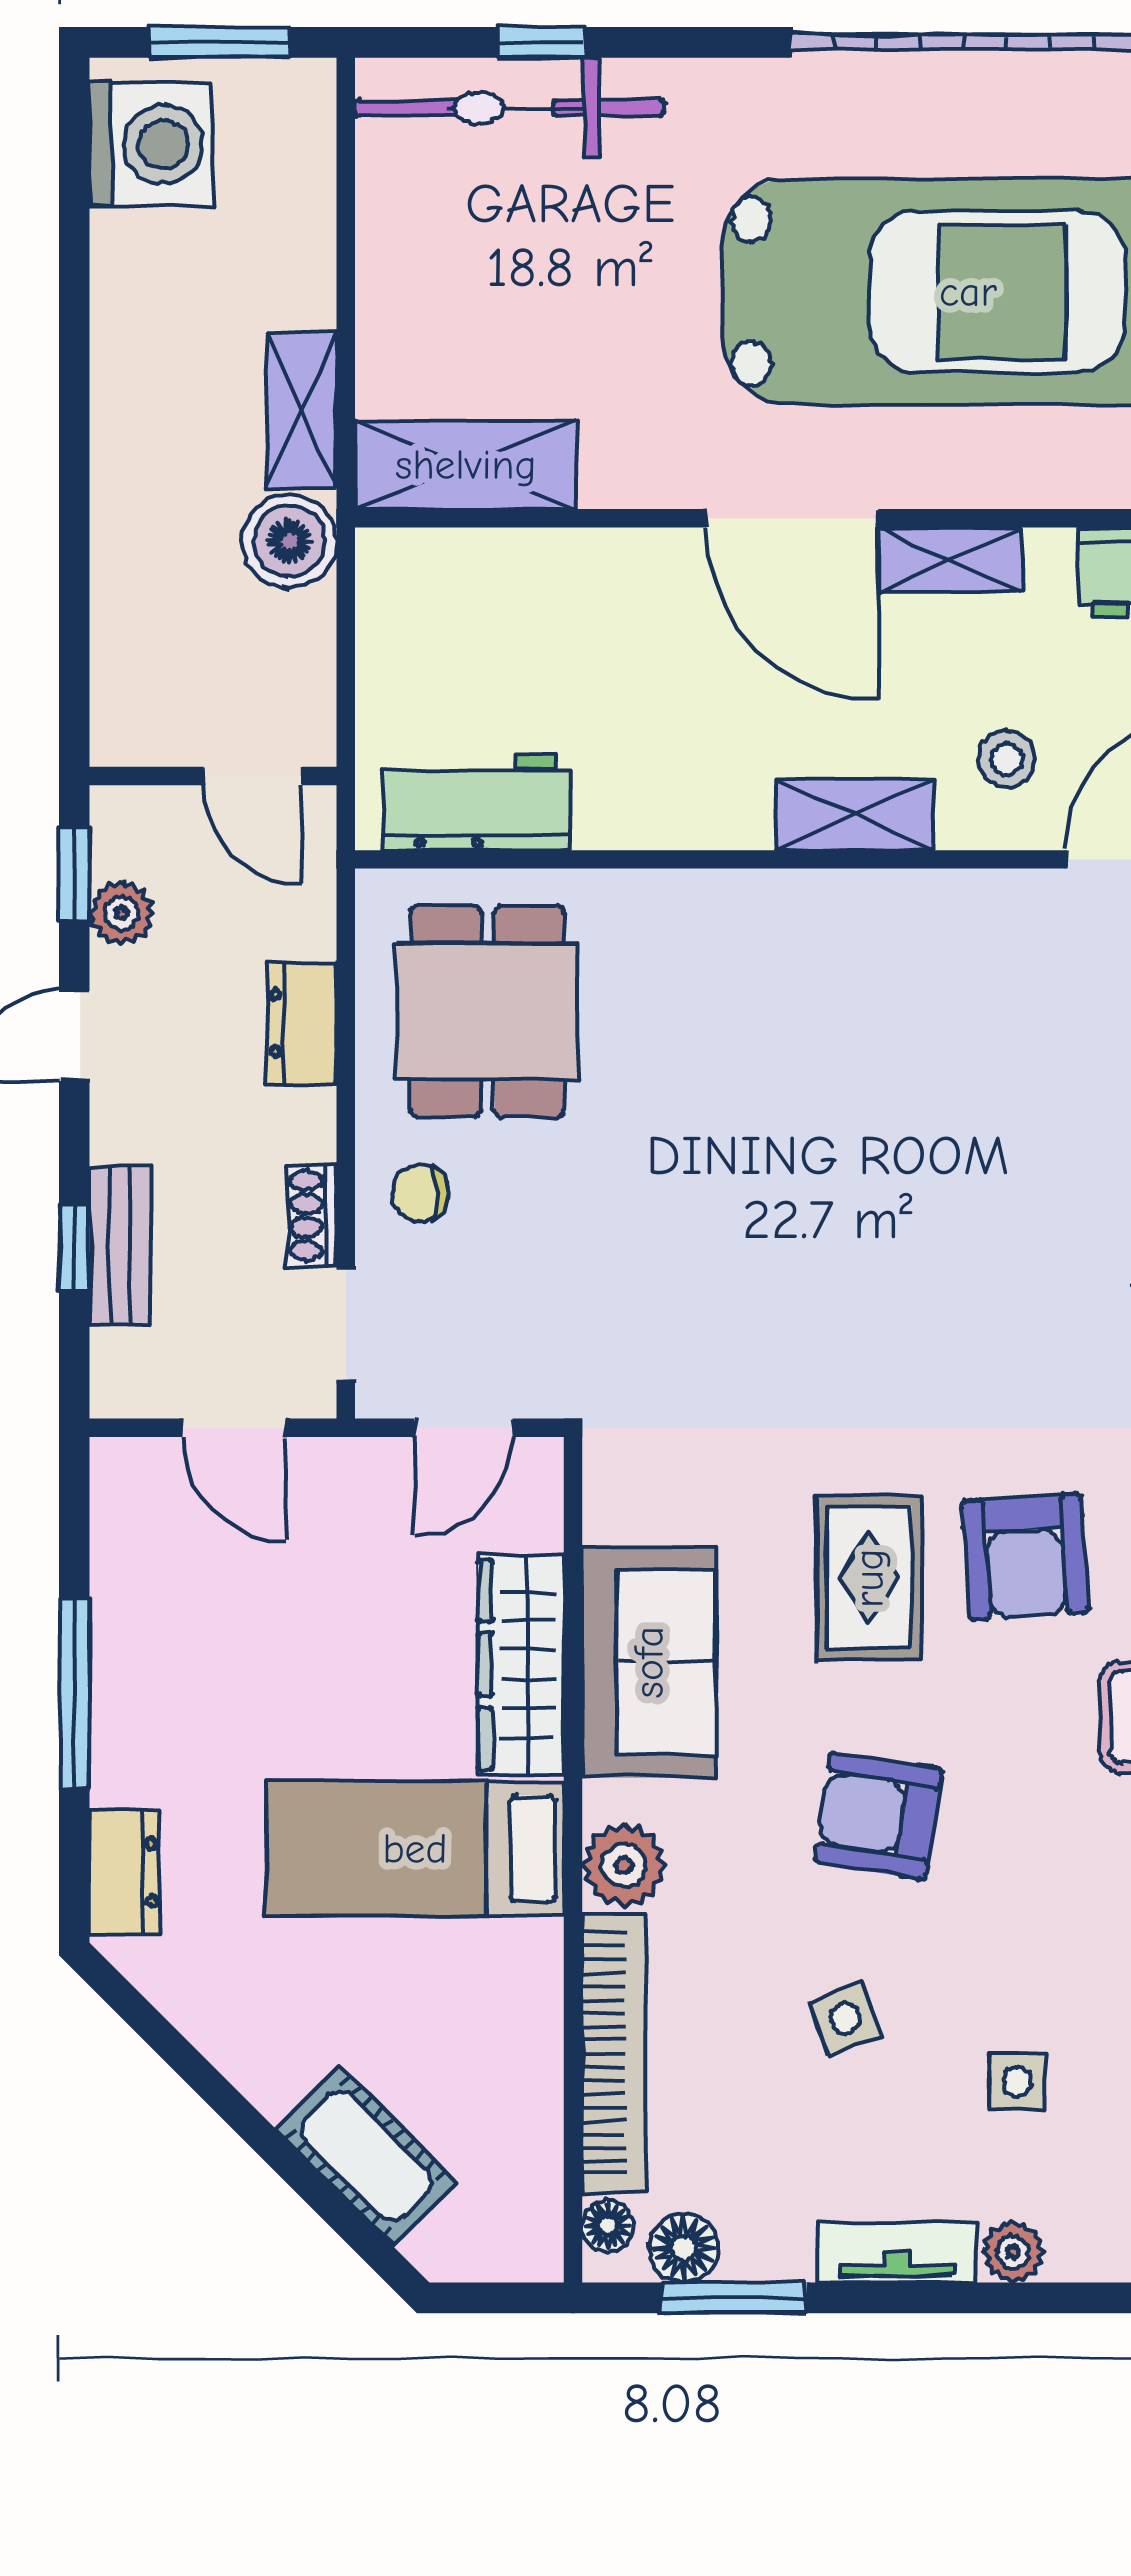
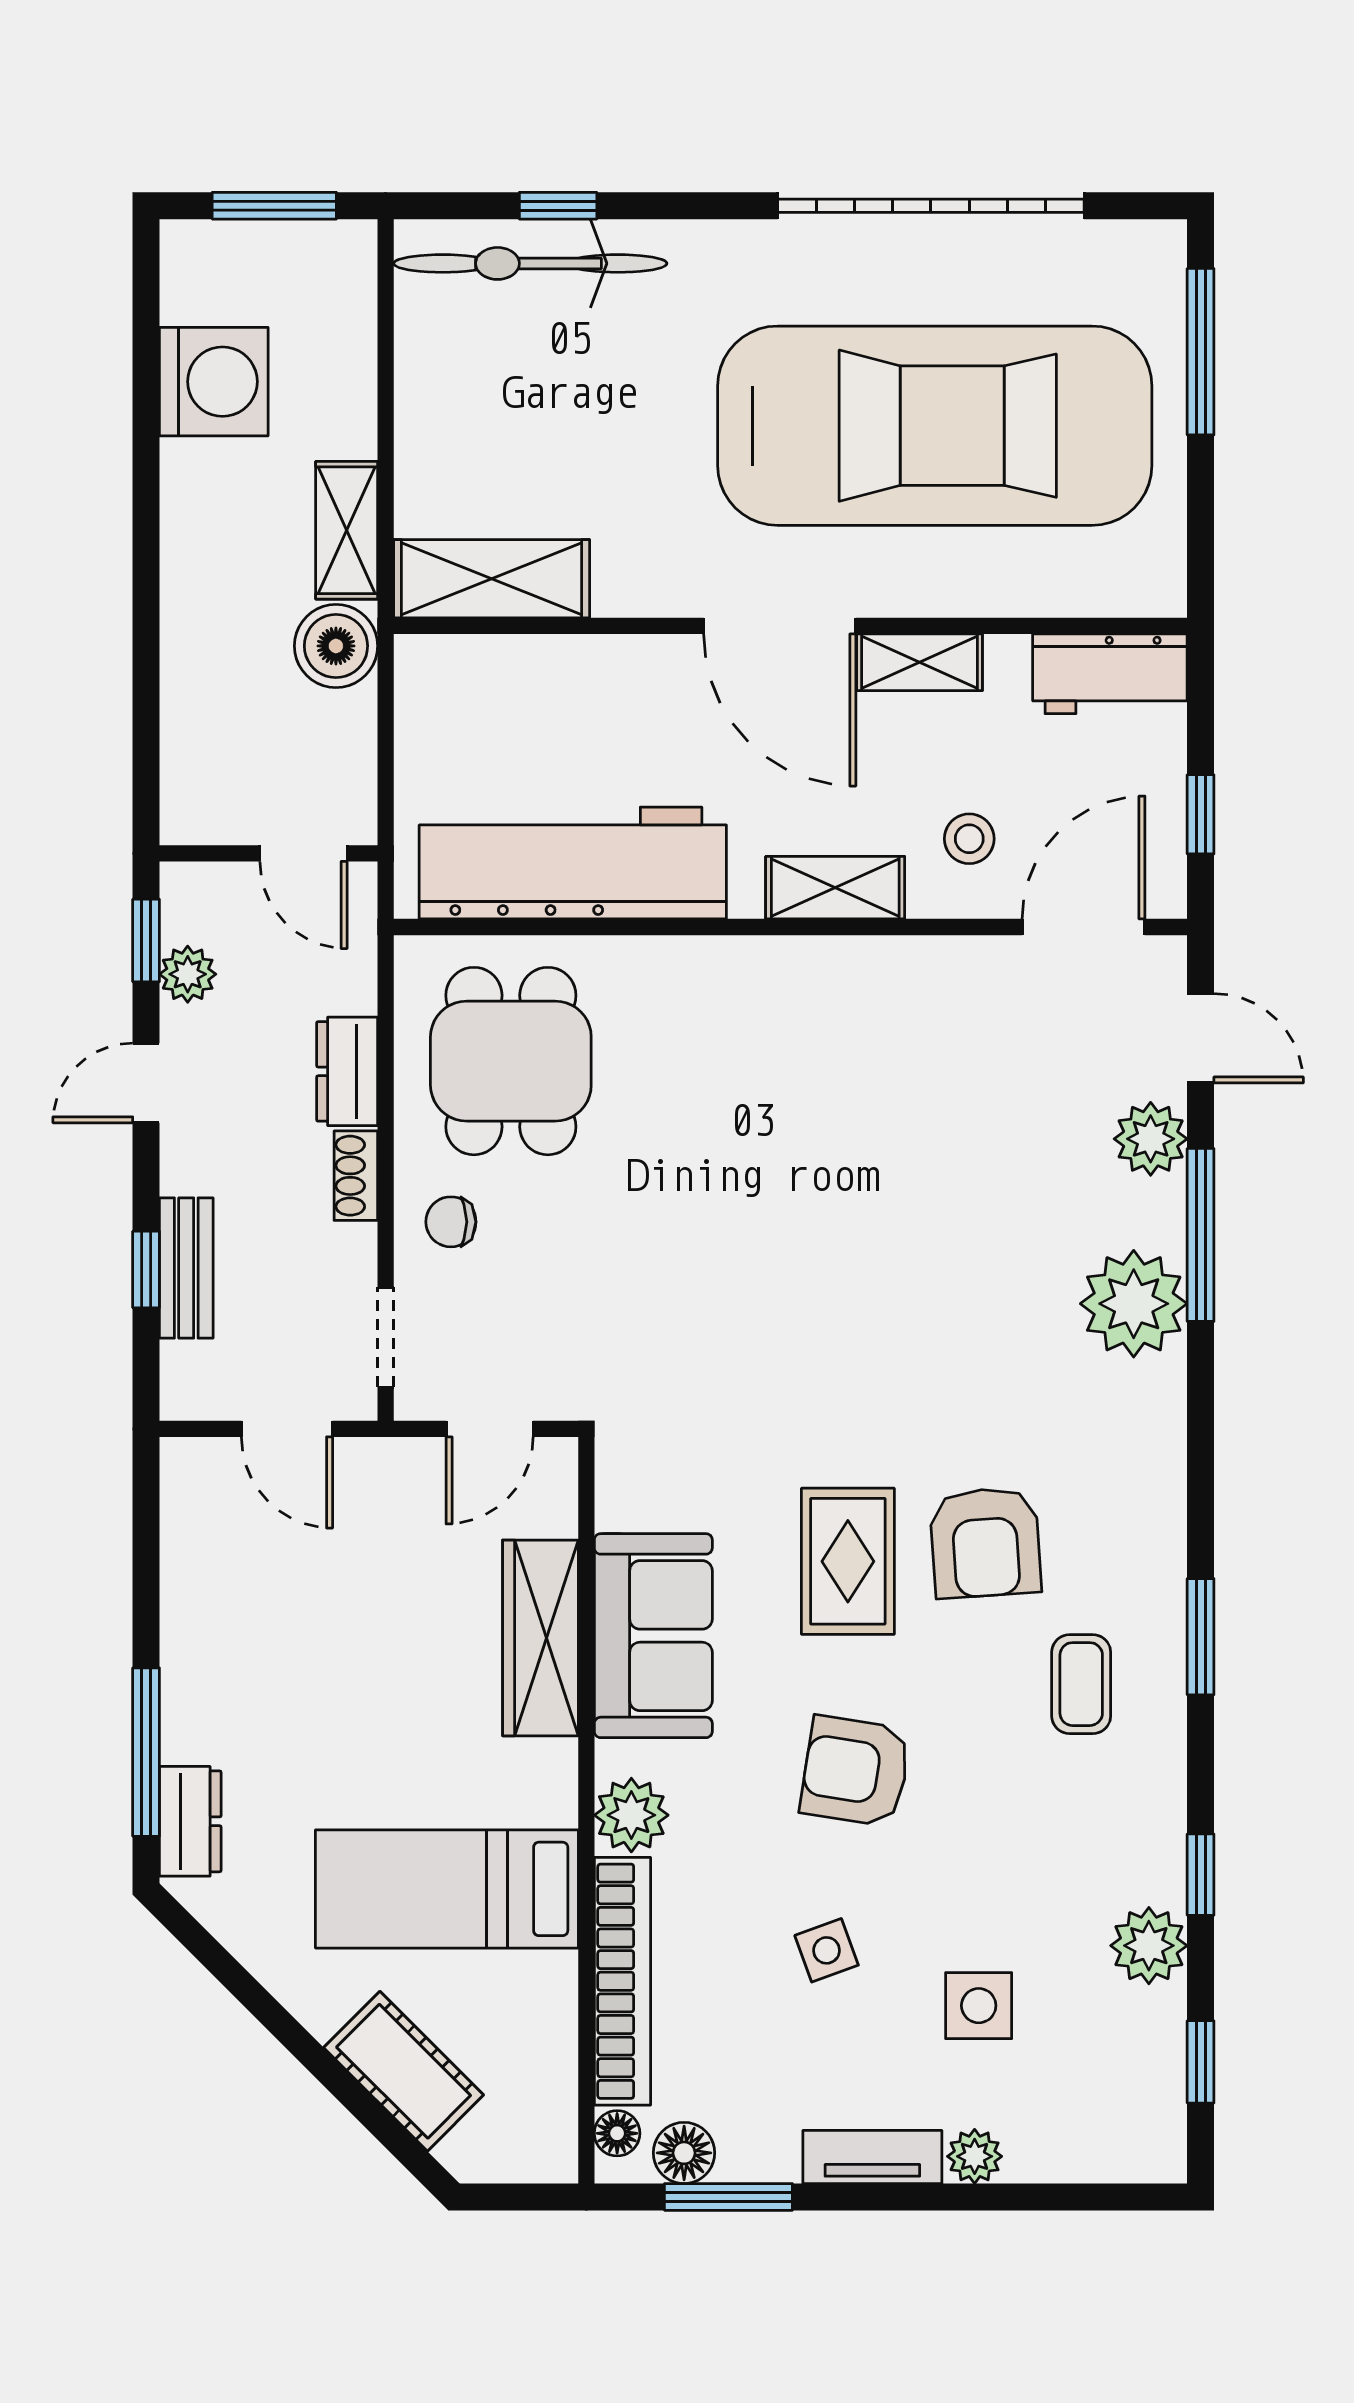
washing machine: (151, 144) -> (214, 382), moved
workbench: (477, 802) -> (573, 863), width x1.88, depth x1.32
shoe rack: (312, 1215) -> (356, 1176), moved
window: (74, 1694) -> (146, 1752), moved
bed: (415, 1849) -> (447, 1889), moved
side table: (1017, 2081) -> (979, 2006), width x1.37, depth x1.37

